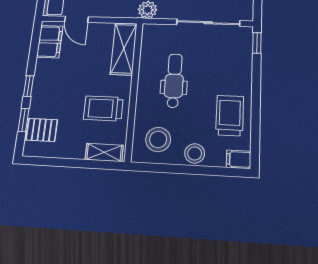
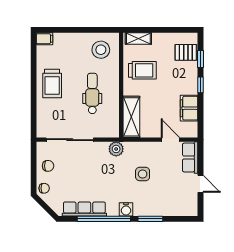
filing cabinet: (50, 42) -> (189, 108), moved
window: (257, 43) -> (34, 125), removed
dental chair: (174, 81) -> (92, 93), turned 180
trolley: (230, 116) -> (52, 83), moved
stool: (195, 153) -> (75, 41), removed

